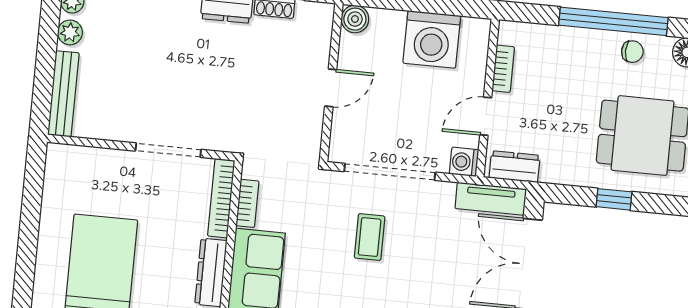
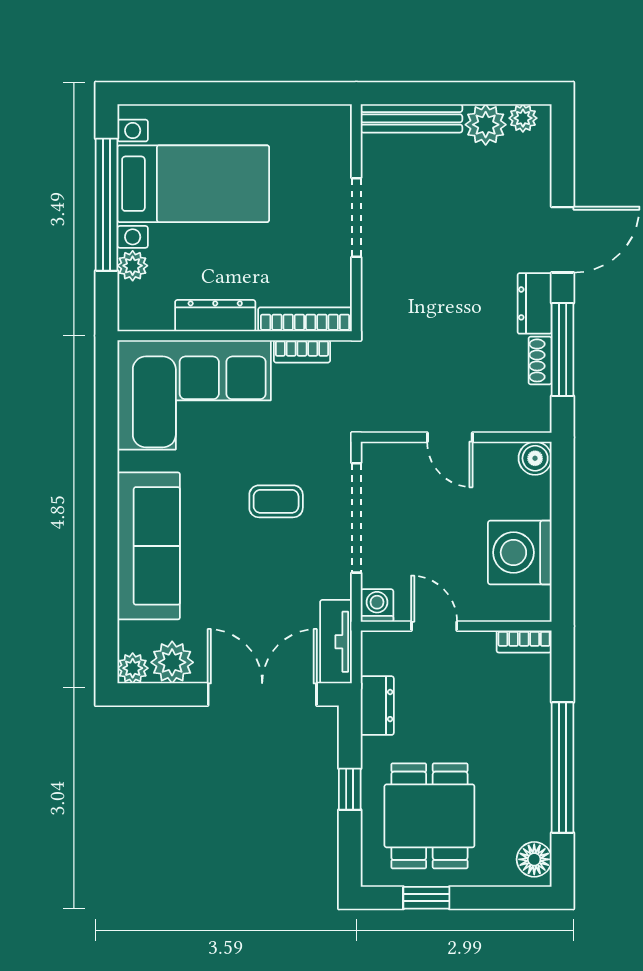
plant: (70, 32) -> (486, 125), width x1.38, depth x1.38
chair: (632, 52) -> (529, 794), removed
bookcase: (503, 69) -> (524, 641), moved
doorway: (168, 150) -> (356, 218), moved
dresser: (515, 167) -> (377, 706), moved

